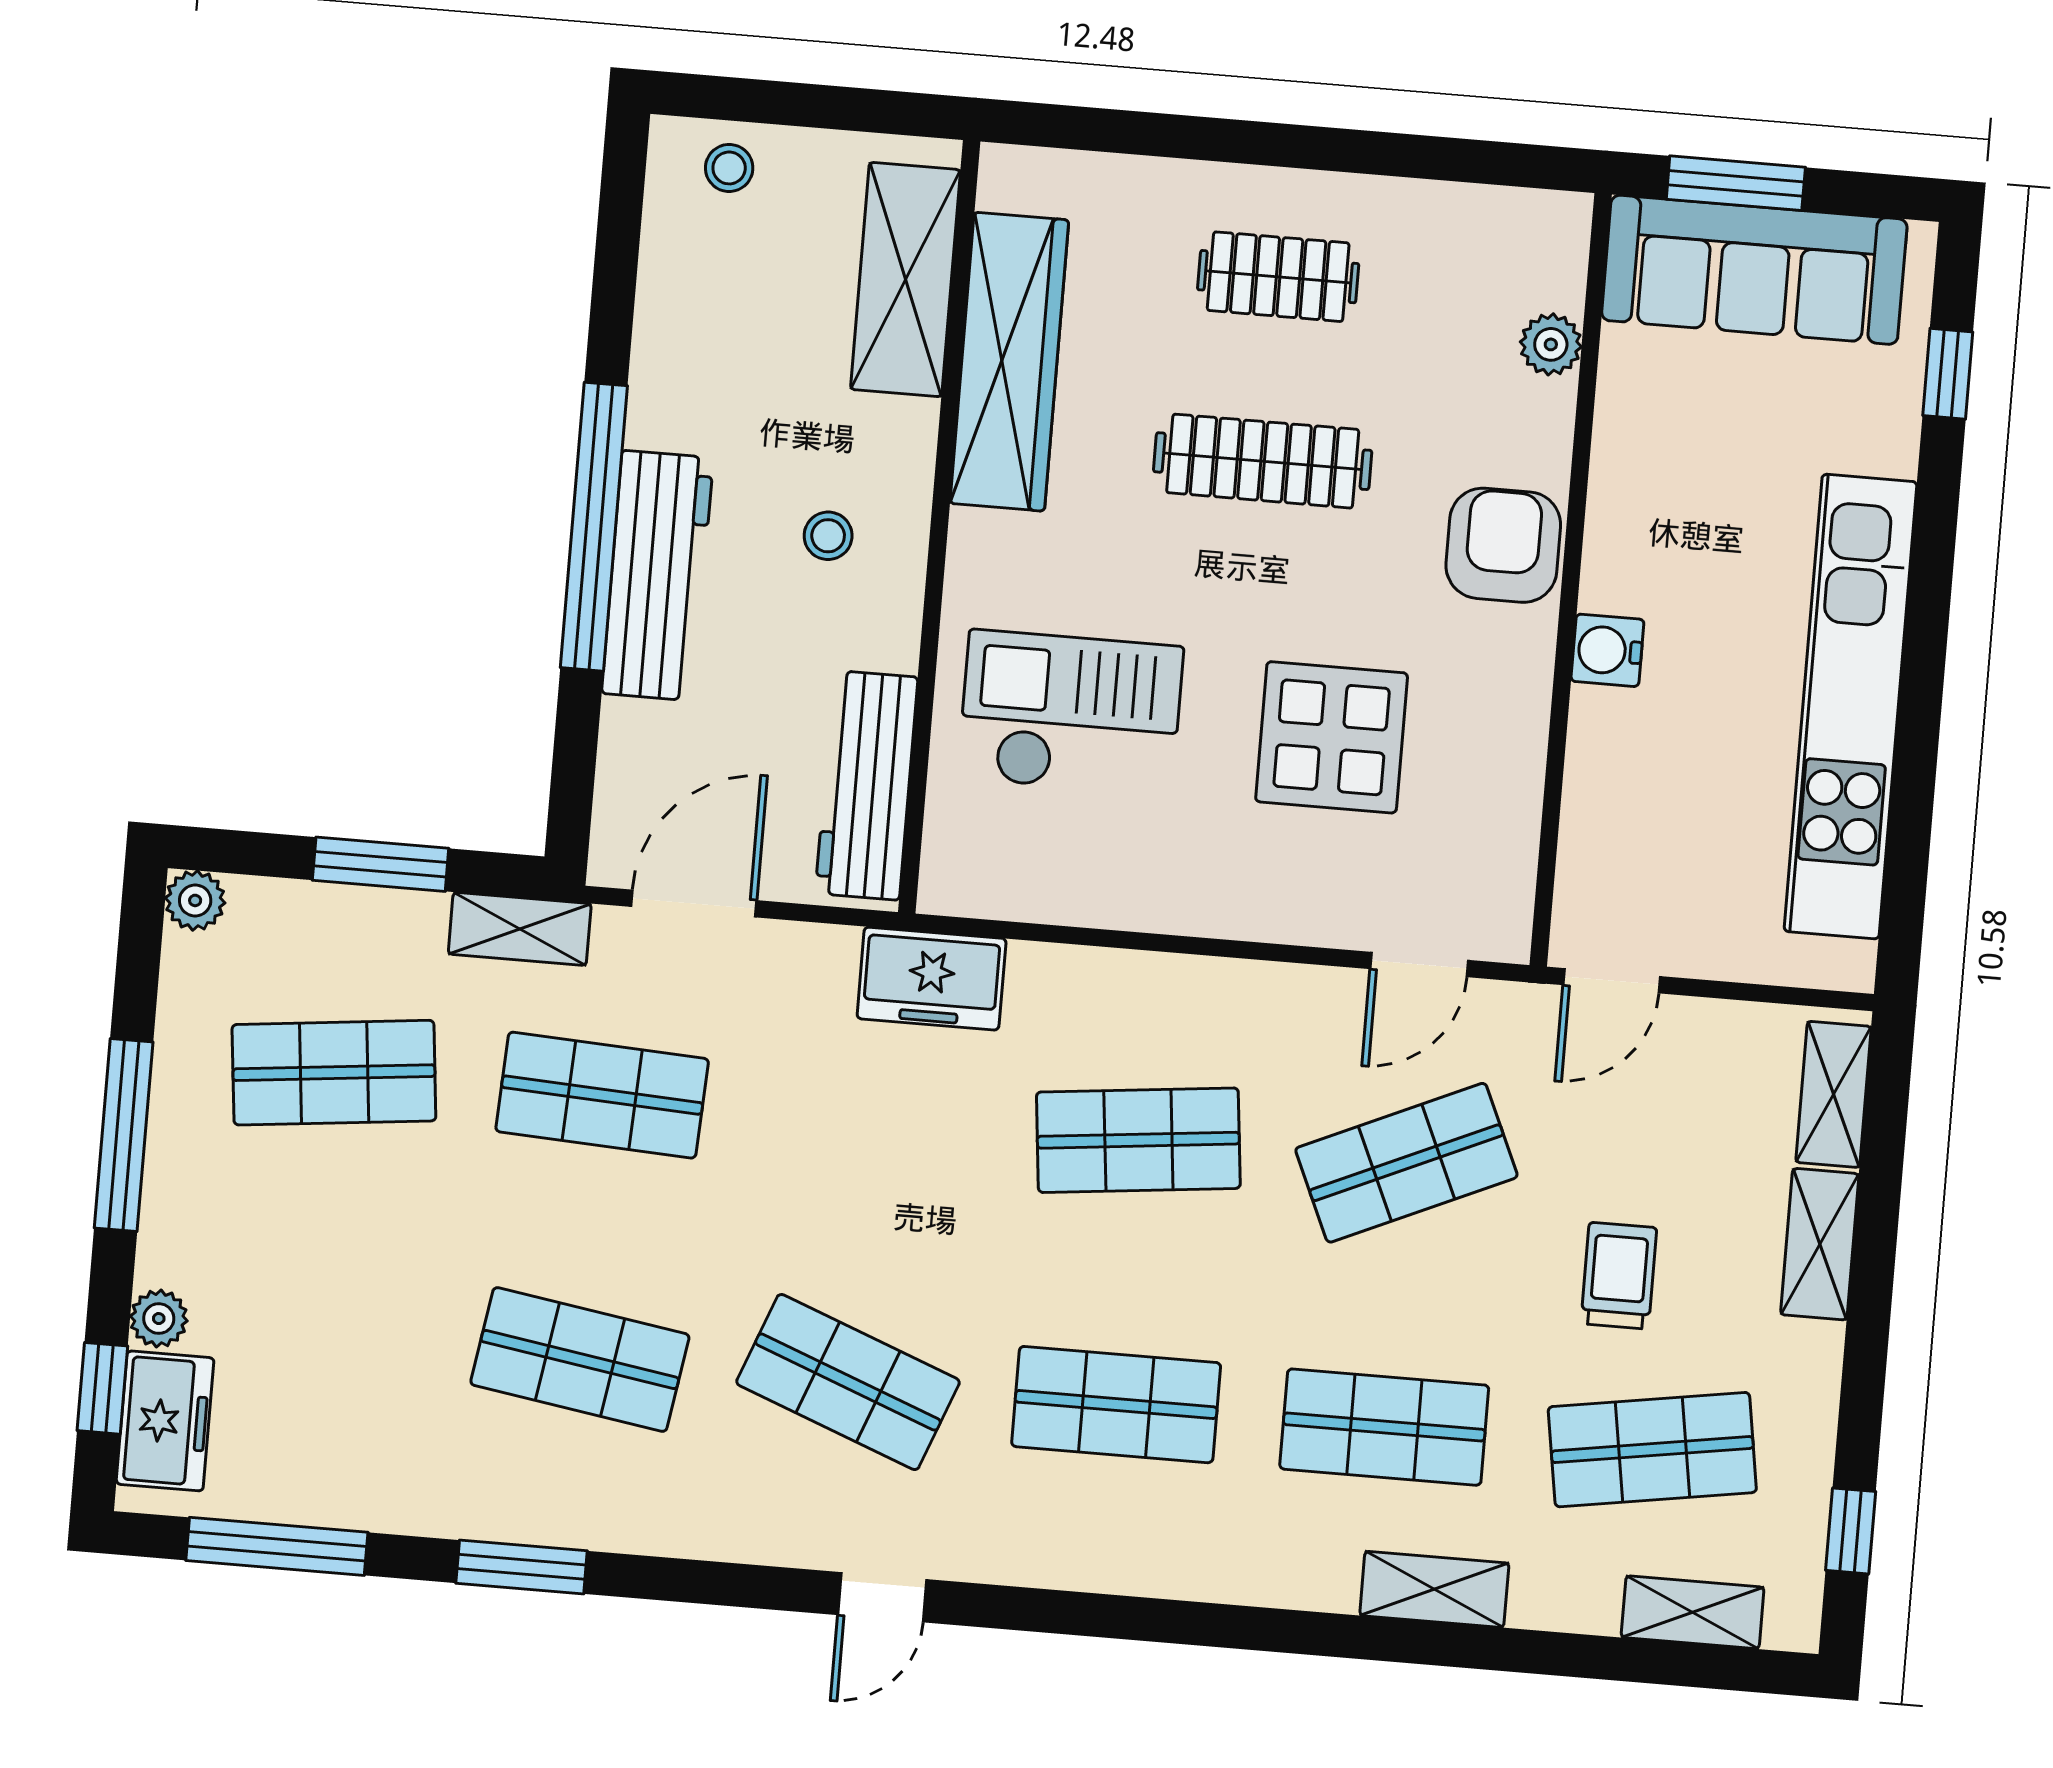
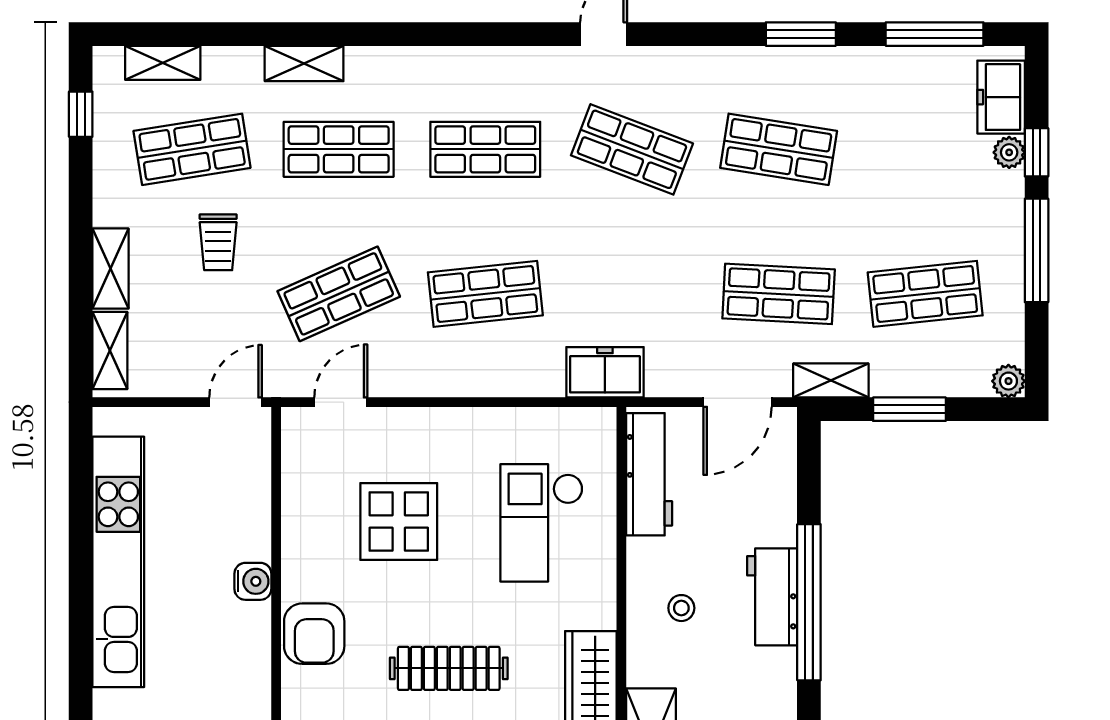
workbench: (658, 576) -> (772, 597), width x0.73
checkout: (1071, 713) -> (542, 523), turned 90
window: (102, 1388) -> (1037, 152), moved

